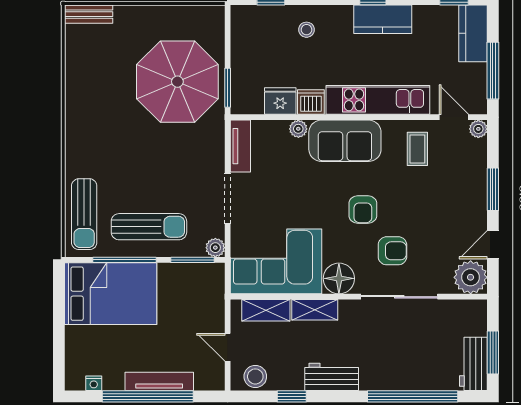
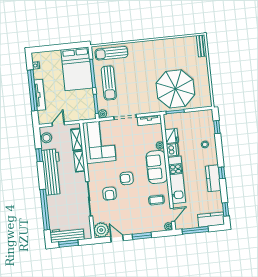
floor lamp: (339, 278) -> (94, 171), removed
workbench: (473, 364) -> (67, 235), width x1.37
workbench: (332, 377) -> (52, 172), width x1.88, depth x1.32

